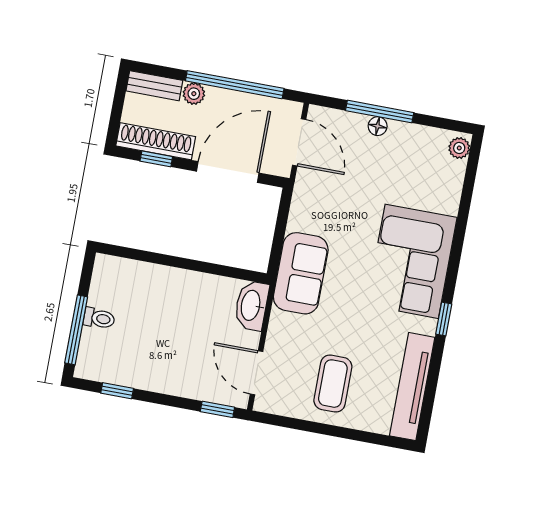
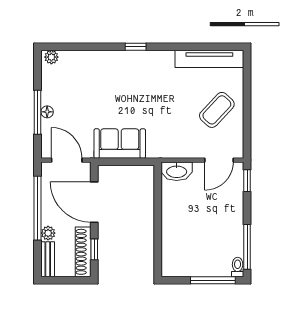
door: (299, 142) -> (67, 160), hinge flipped
corner sofa: (412, 261) -> (129, 74), removed
sofa: (301, 273) -> (120, 144), moved
toilet: (99, 318) -> (238, 267), moved
window: (444, 319) -> (136, 47), moved
coffee table: (333, 384) -> (217, 110), turned -47
window: (117, 391) -> (247, 247), width x2.17

